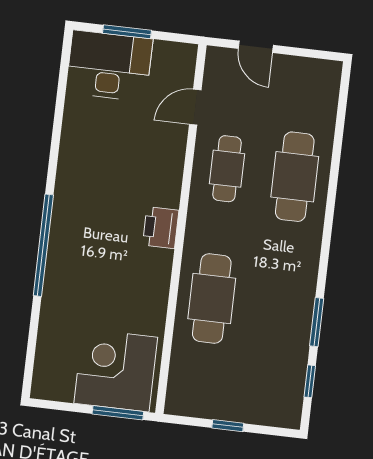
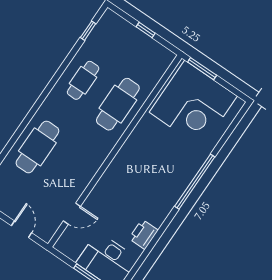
cafe table: (227, 169) -> (83, 80), moved
printer: (161, 228) -> (144, 234), moved, turned 180
window: (317, 322) -> (67, 61), removed
corner desk: (116, 370) -> (193, 104), width x1.36, depth x1.36

